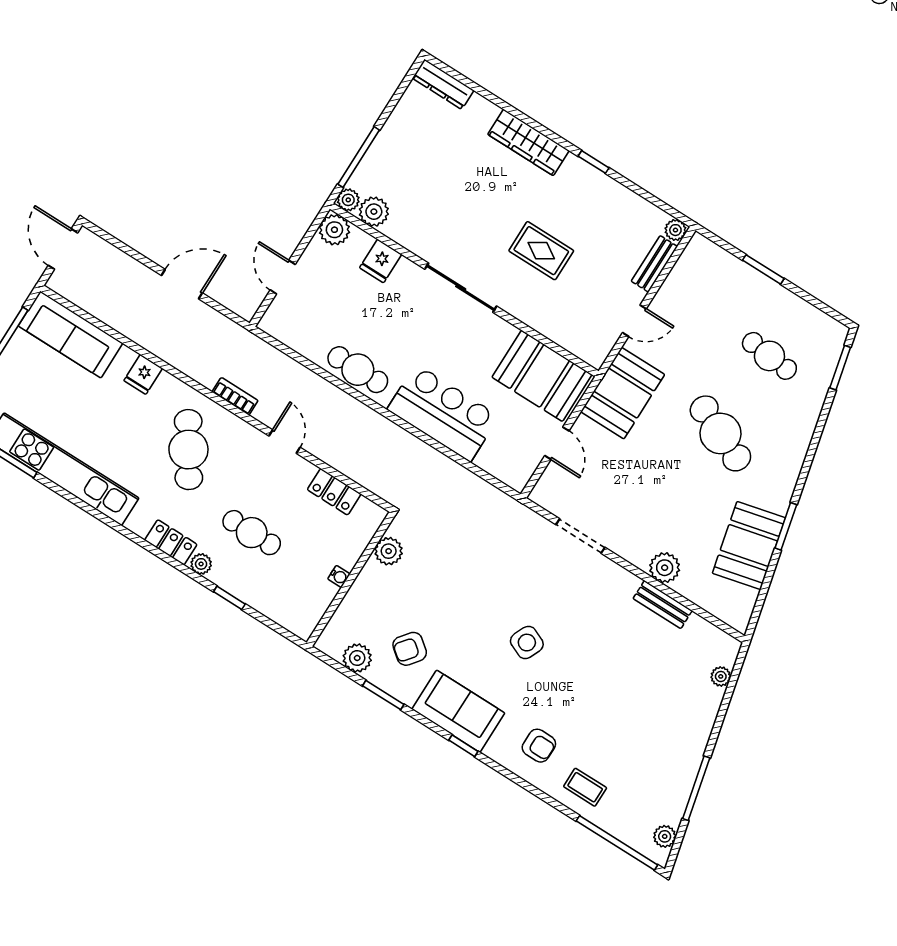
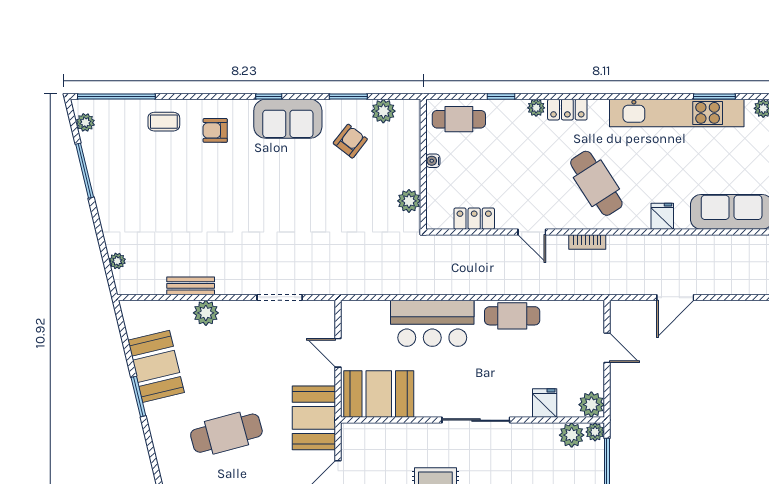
cafe table: (720, 433) -> (226, 433), turned -39
cafe table: (252, 533) -> (459, 119), moved
side table: (527, 643) -> (270, 198), removed

